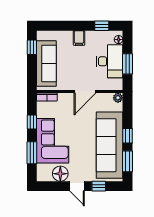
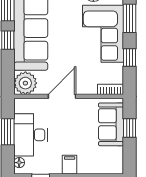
window: (32, 47) -> (130, 128), moved
sofa: (46, 63) -> (111, 124), width x0.73
plant: (118, 98) -> (25, 83), width x1.87, depth x1.87

